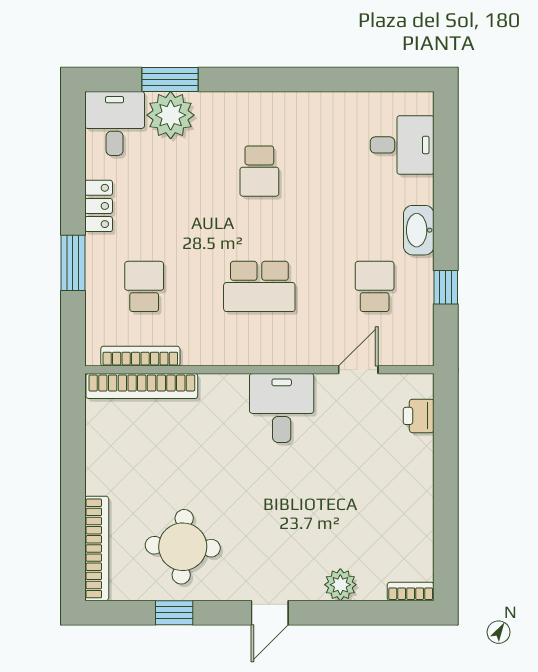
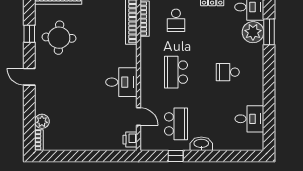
desk: (402, 145) -> (249, 119), moved, turned -90
school desk: (144, 286) -> (176, 20), turned 90
school desk: (375, 286) -> (176, 124), width x1.85
printer: (419, 416) -> (130, 140), moved, turned -90
plant: (340, 585) -> (42, 121), moved

